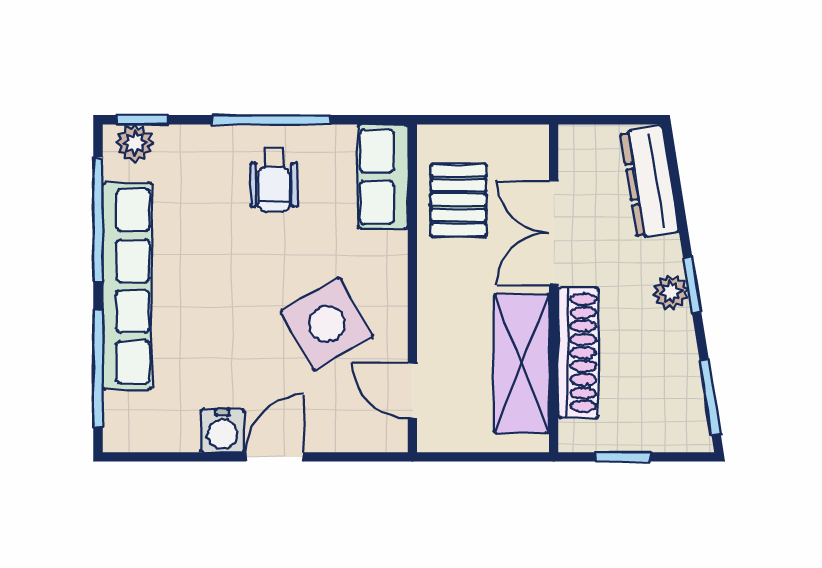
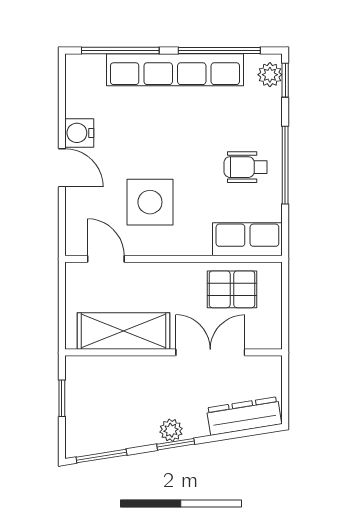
side table: (327, 324) -> (150, 202), turned 30
shoe rack: (578, 353) -> (131, 369), removed
door: (412, 390) -> (106, 259), hinge flipped

